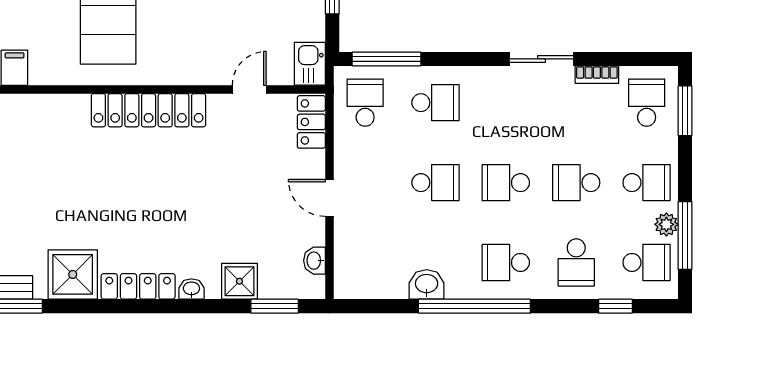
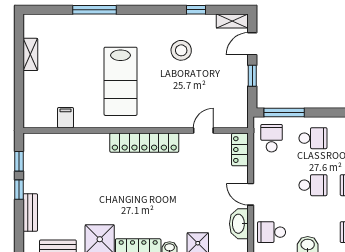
kitchen sink: (310, 64) -> (239, 115), removed
washbasin: (314, 261) -> (239, 224), width x1.91, depth x1.45
school desk: (365, 262) -> (272, 232), added

